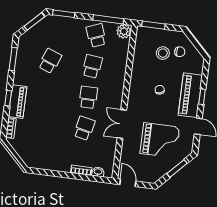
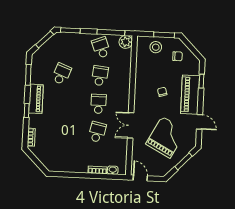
window: (153, 25) -> (164, 35), moved
stool: (163, 53) -> (156, 47), moved
window: (202, 97) -> (201, 81), moved
piano: (18, 102) -> (36, 99), moved
grand piano: (160, 140) -> (166, 137), turned -62

